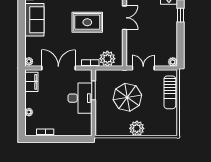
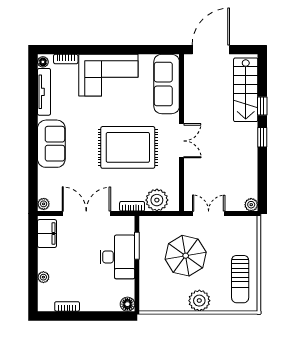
rug: (87, 22) -> (128, 147), width x1.37, depth x1.44
sun lounger: (170, 92) -> (240, 279), moved
floor lamp: (87, 131) -> (127, 304), added

